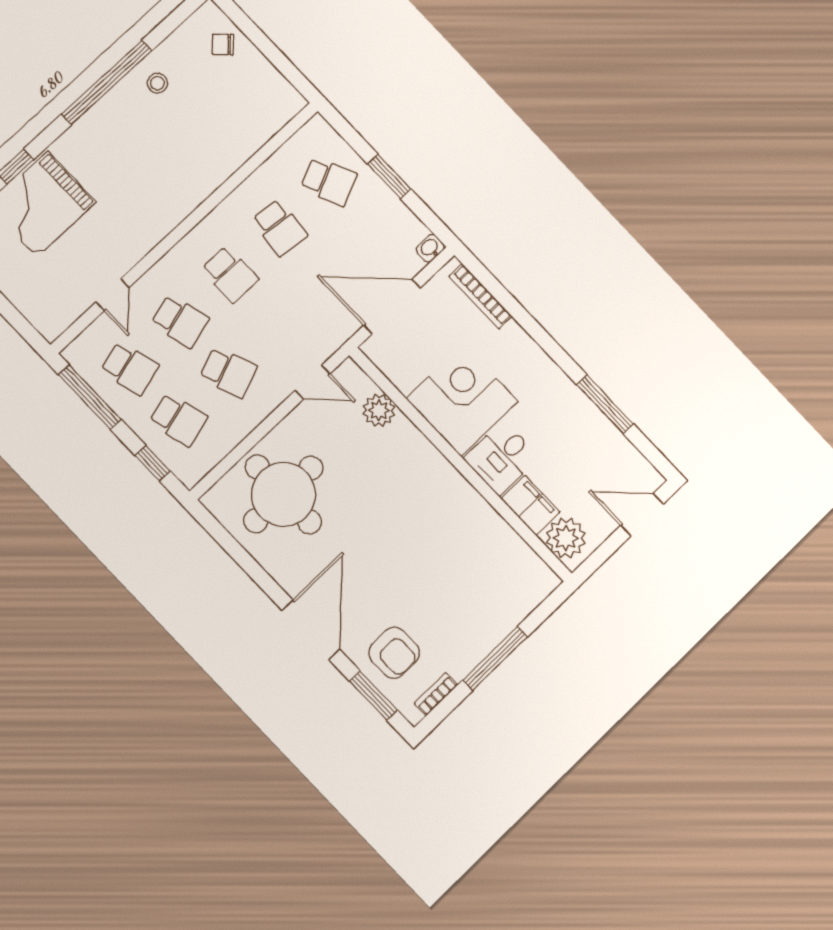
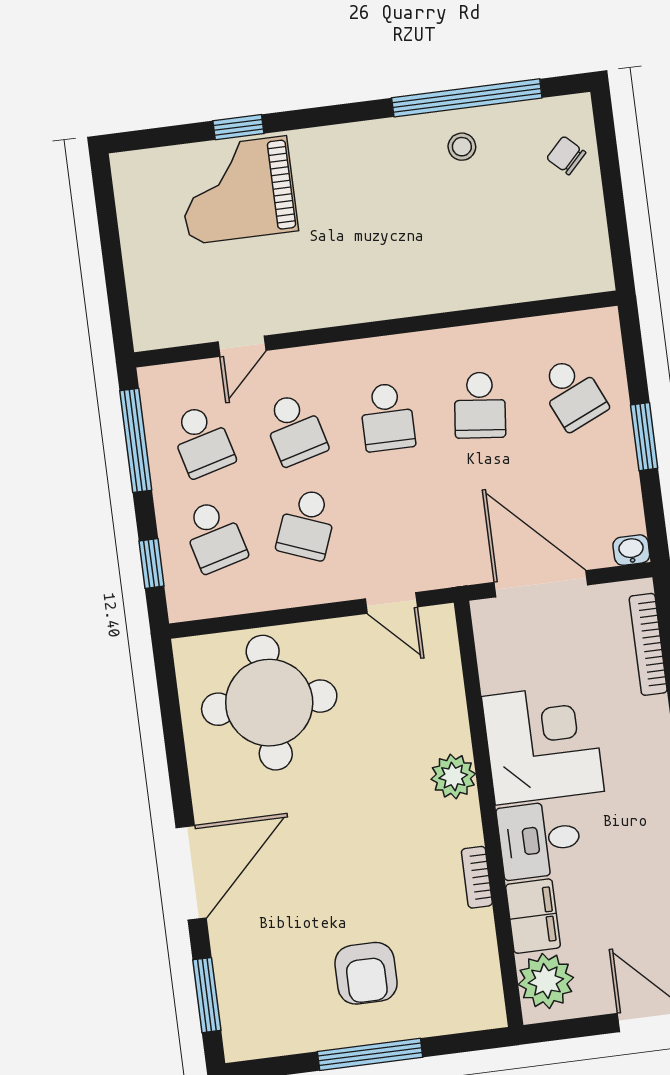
window: (107, 82) -> (467, 98), moved
school desk: (228, 372) -> (307, 524), turned 42
plant: (379, 410) -> (453, 776), moved
armchair: (394, 653) -> (366, 973), moved
bookcase: (436, 694) -> (477, 877), moved, turned -90

